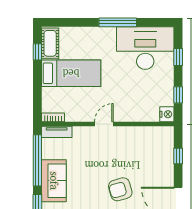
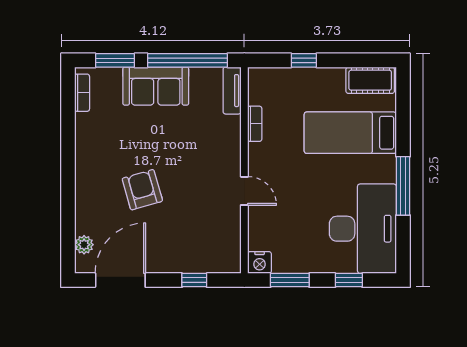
window: (37, 52) -> (304, 60), moved
bed: (71, 73) -> (350, 133), moved, turned 90
window: (178, 95) -> (290, 280), width x1.50
bookcase: (53, 117) -> (255, 124), moved
door: (104, 124) -> (244, 191), moved

